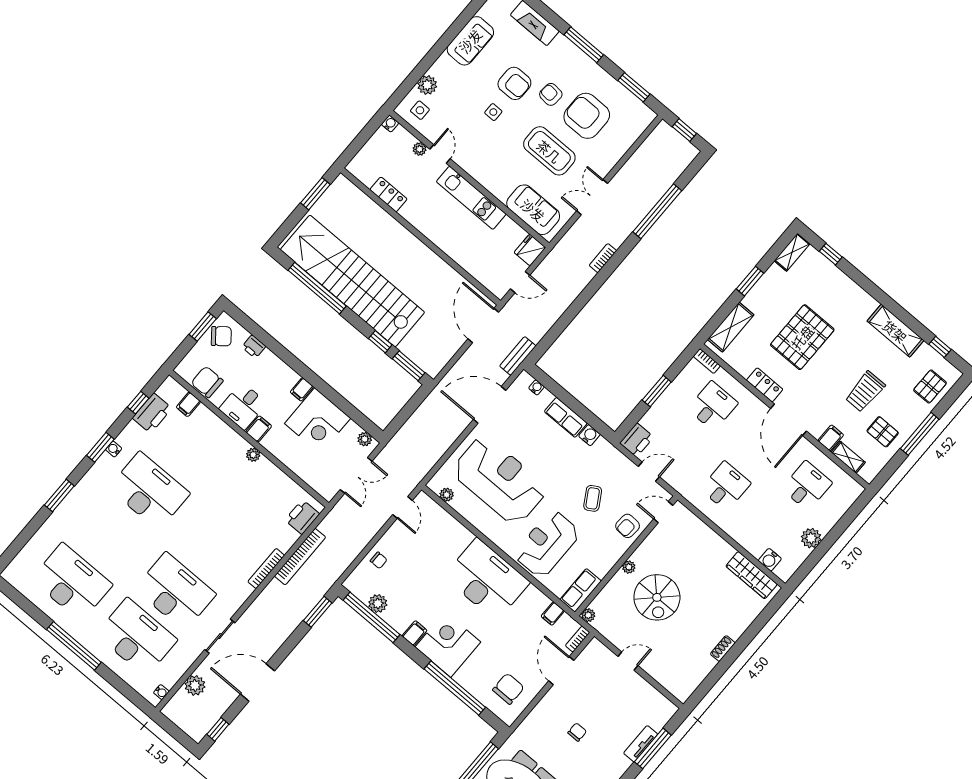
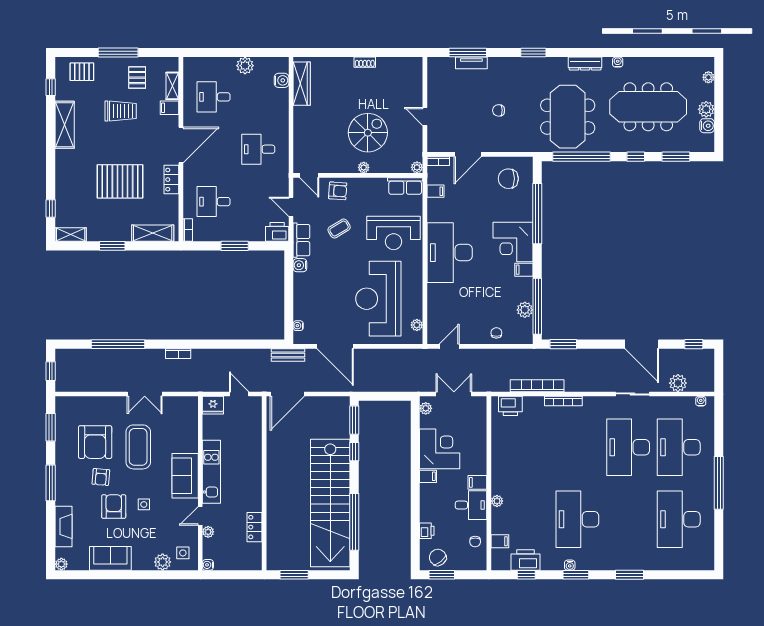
sofa: (533, 210) -> (185, 476), moved
chair: (207, 382) -> (475, 542), width x0.54, depth x0.54
row of seats: (566, 417) -> (301, 240), moved
plant: (253, 455) -> (497, 501), moved

